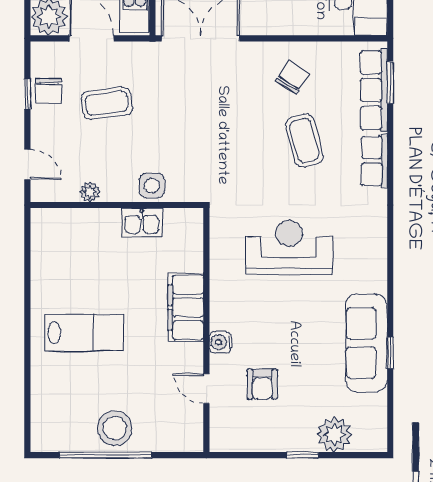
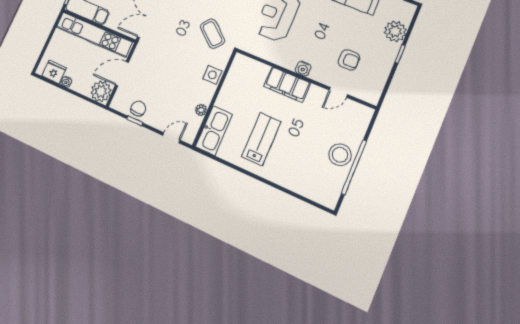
chair: (49, 91) -> (138, 109), turned -90
coffee table: (107, 103) -> (212, 34), moved, turned -43
kitchen sink: (142, 222) -> (214, 130), moved, width x1.88, depth x1.24
lab bench: (84, 333) -> (261, 139), moved
water cooler: (220, 342) -> (303, 69), moved

